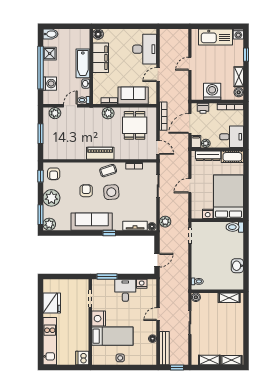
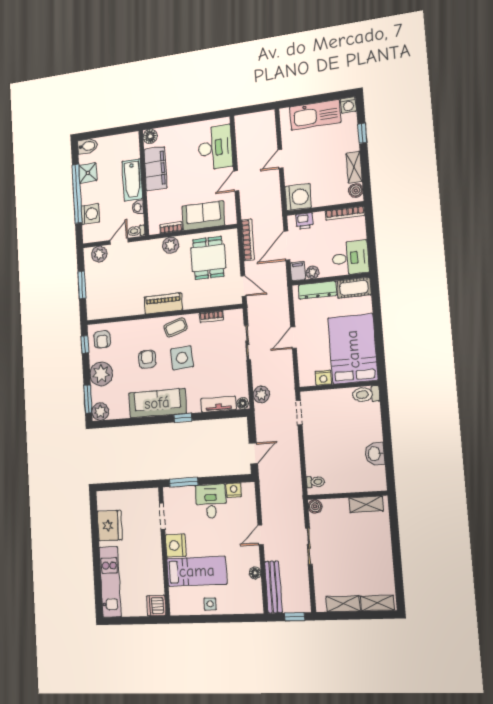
washing machine: (212, 92) -> (298, 197), moved, turned 90

